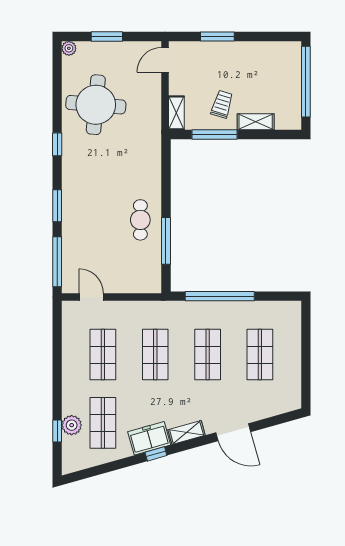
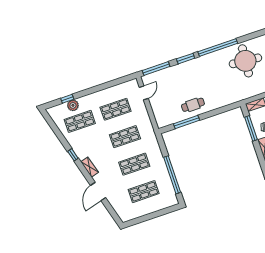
window: (57, 144) -> (218, 48), width x3.17
window: (220, 296) -> (172, 175), moved
freezer: (149, 438) -> (80, 148), removed

